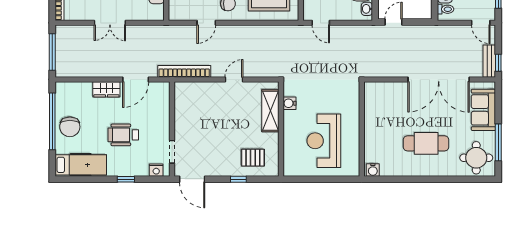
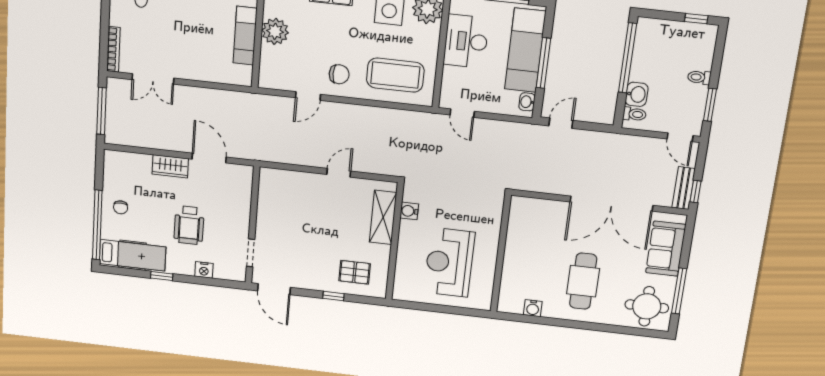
double door: (110, 23) -> (153, 79), moved
bookcase: (184, 71) -> (274, 155), removed
door: (136, 79) -> (209, 158), swing flipped
window: (52, 121) -> (97, 225), moved
chair: (70, 127) -> (121, 207), width x0.54, depth x0.54
wheelchair: (123, 135) -> (189, 225), turned -90
cafe table: (426, 143) -> (583, 281), turned 90
nightstand: (156, 170) -> (204, 270), moved
water cooler: (373, 170) -> (533, 308), moved
window: (126, 179) -> (162, 276), moved

